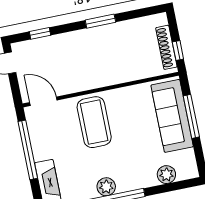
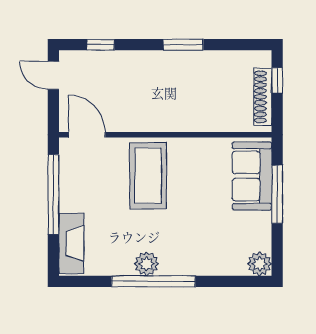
window: (178, 50) -> (277, 80), moved
sofa: (172, 116) -> (252, 176), width x0.73
plant: (166, 175) -> (260, 264), moved

